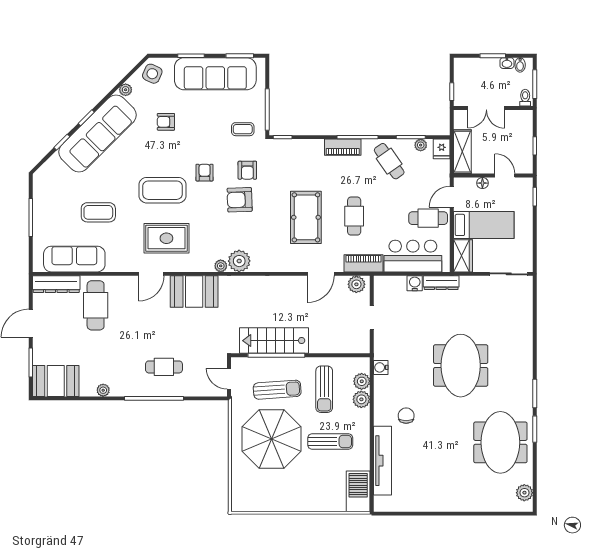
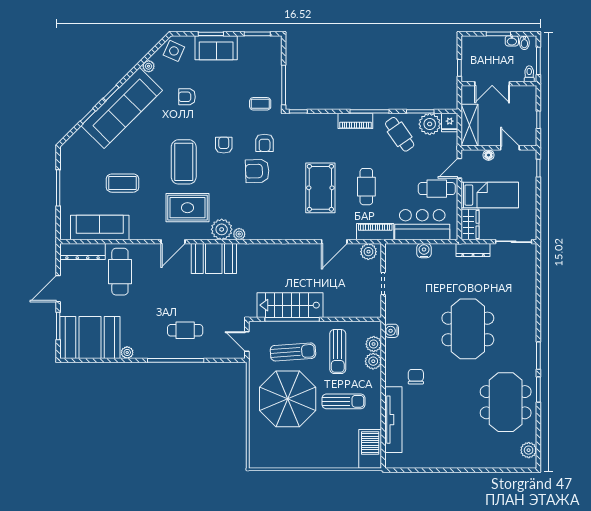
sofa: (215, 74) -> (216, 48), width x0.54, depth x0.79
plant: (421, 145) -> (430, 124), width x1.87, depth x1.87
coffee table: (162, 190) -> (184, 162), turned 90
plant: (239, 261) -> (222, 229), moved
dresser: (441, 283) -> (473, 250), moved
booth: (56, 381) -> (90, 337), width x1.36, depth x1.42

